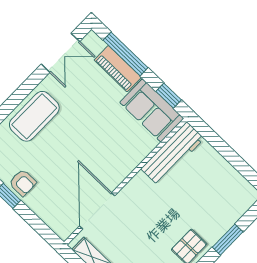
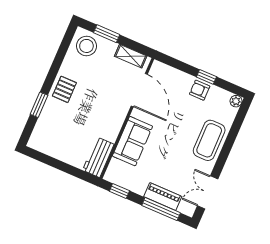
sofa: (152, 110) -> (132, 141), moved, turned 90
workbench: (173, 154) -> (98, 157), width x0.73

